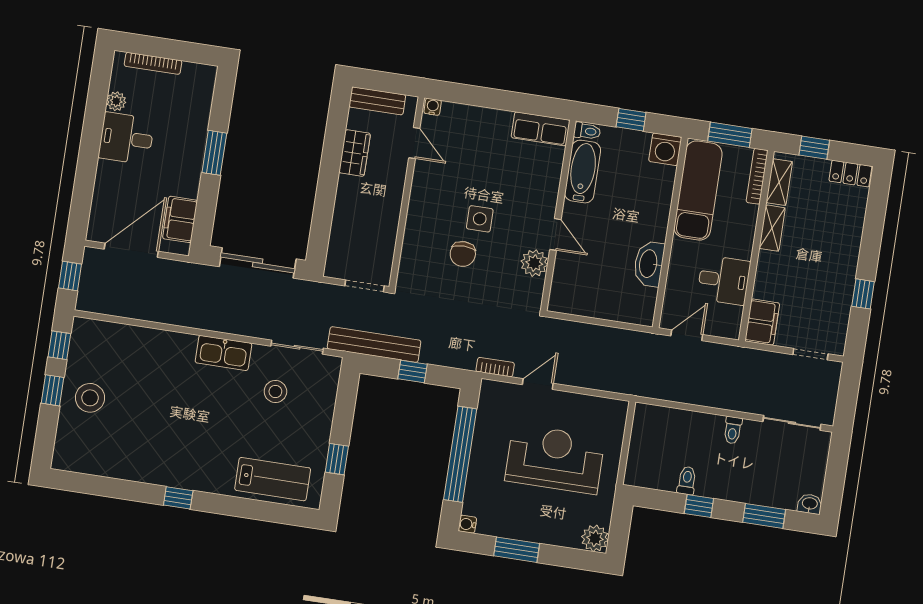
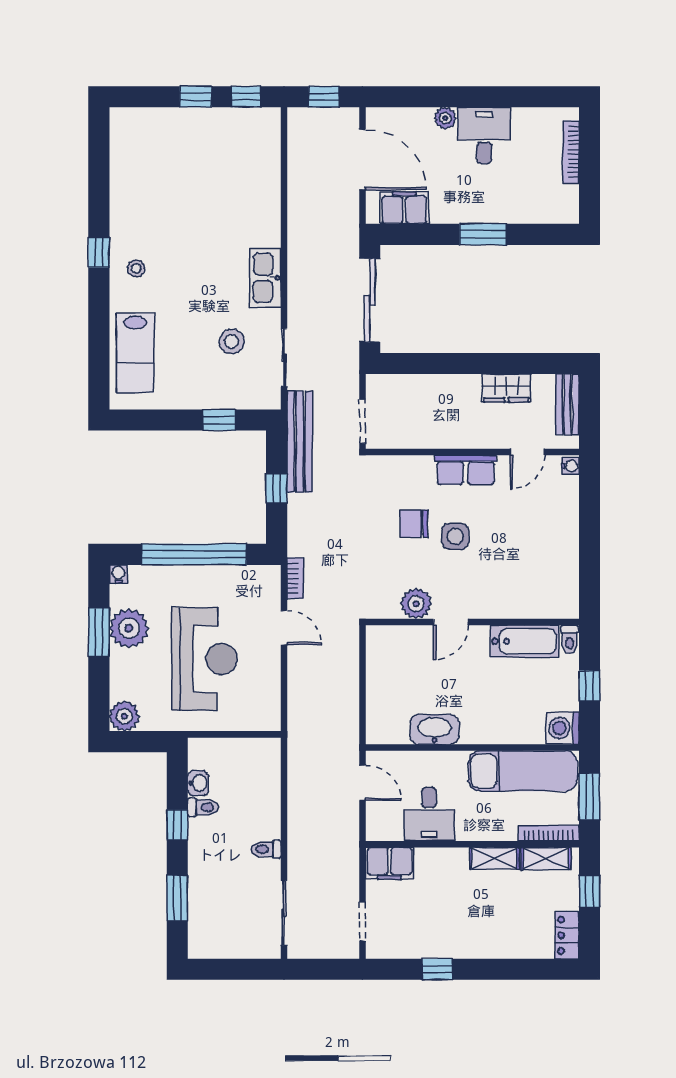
plant: (116, 101) -> (445, 118), moved
row of seats: (541, 129) -> (466, 470), moved, turned -90
stool: (90, 398) -> (136, 268), moved, width x0.53, depth x0.53
window: (337, 459) -> (219, 420), moved
washbasin: (810, 504) -> (198, 783), moved
plant: (517, 522) -> (129, 628), added

